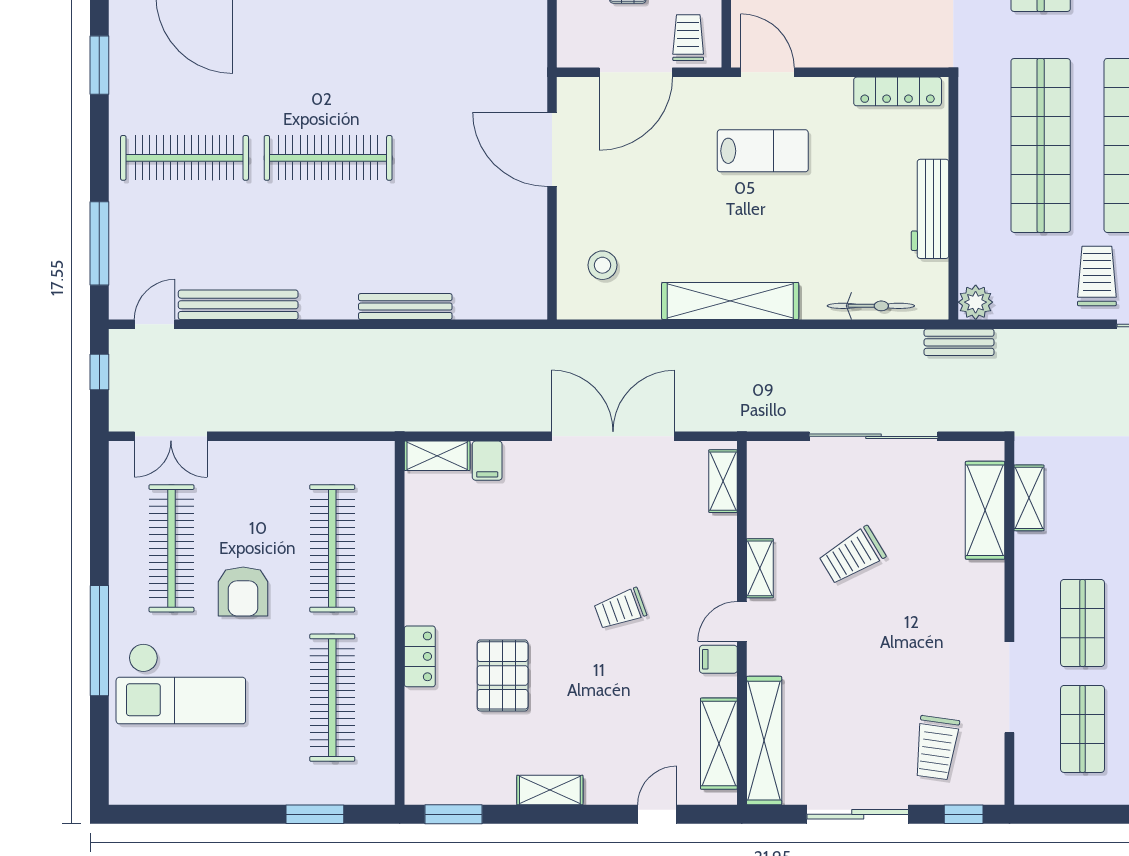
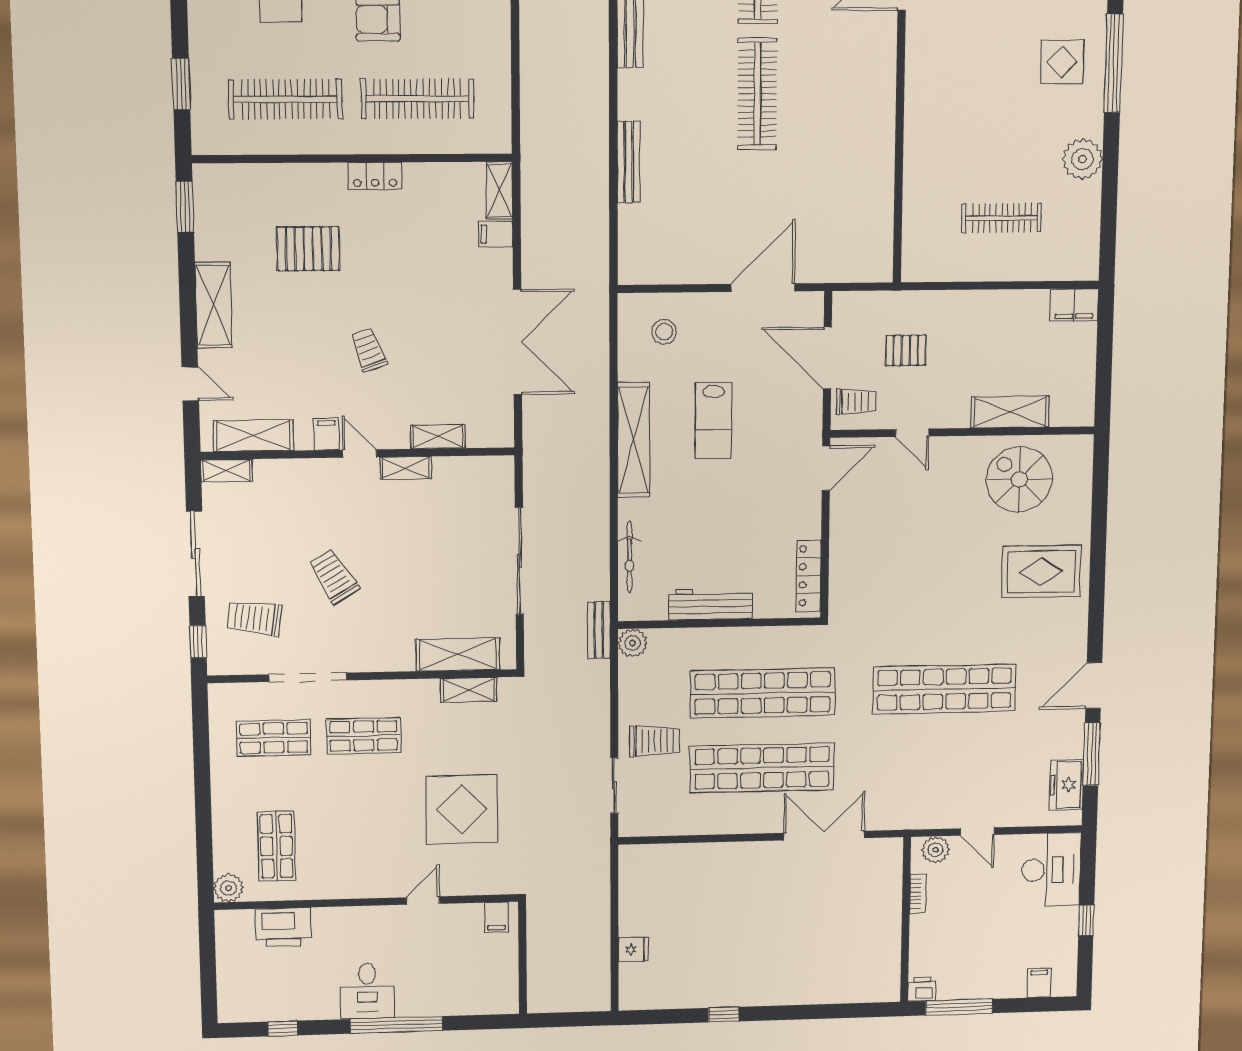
lab bench: (763, 151) -> (713, 421), moved
shelving: (723, 481) -> (438, 437), moved
trolley: (852, 556) -> (334, 577), moved
locker: (420, 656) -> (375, 176), moved
shelving: (764, 741) -> (226, 471), width x0.45, depth x0.75
shelving: (550, 790) -> (214, 305), width x1.50, depth x1.33

